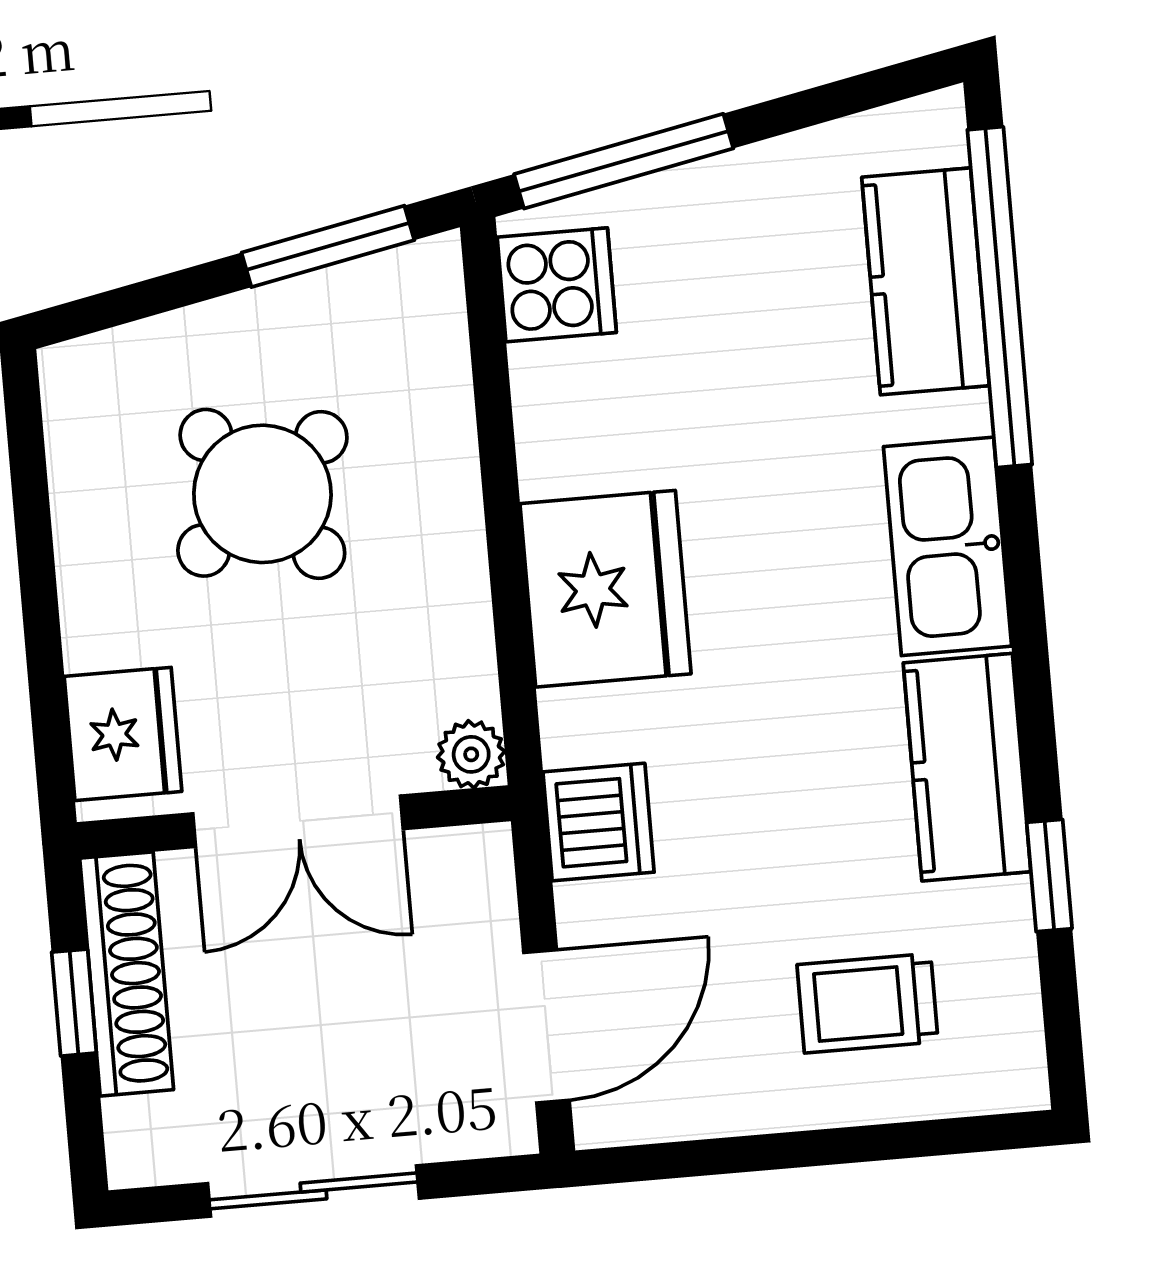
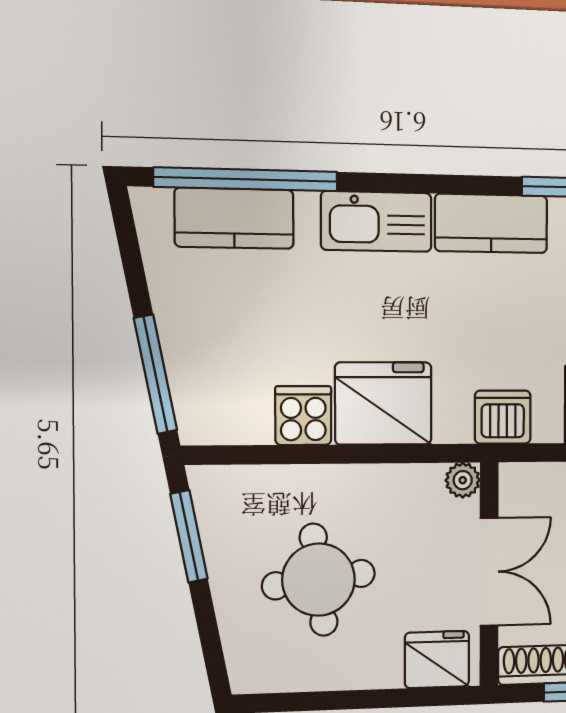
cooker: (557, 285) -> (303, 416), moved
round table: (262, 494) -> (319, 580), turned 32

